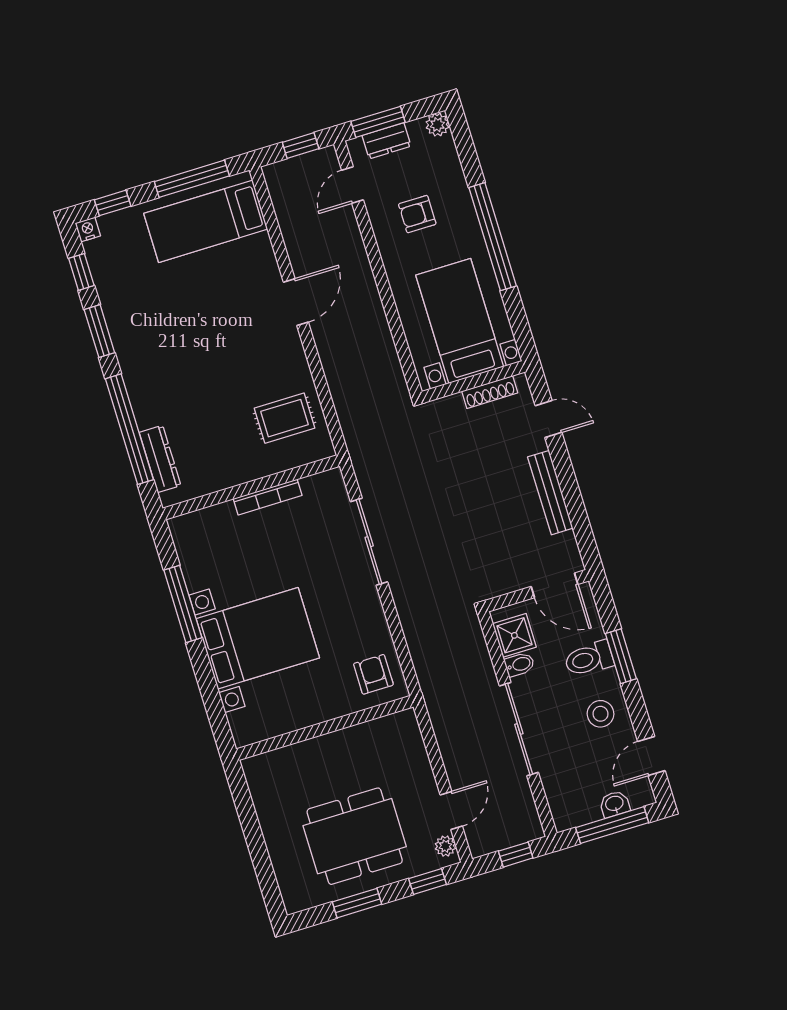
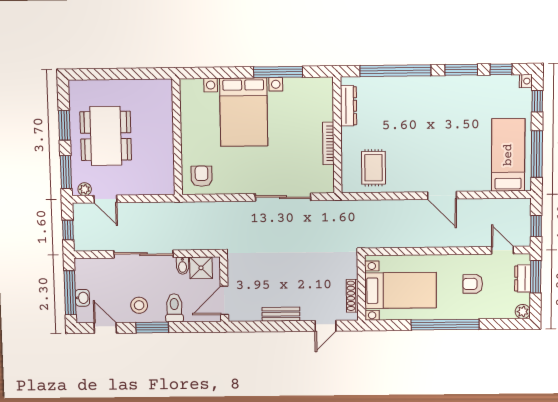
armchair: (417, 214) -> (473, 284), turned -90
dresser: (160, 459) -> (348, 106), moved, turned -90
bench: (550, 493) -> (281, 314), width x0.73
window: (621, 656) -> (152, 328), moved
armchair: (373, 674) -> (202, 176), turned -90
window: (427, 882) -> (66, 172), width x1.50

